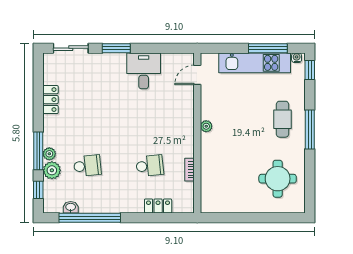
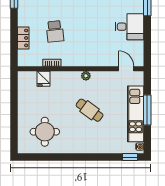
window: (268, 48) -> (147, 110), moved
cafe table: (283, 119) -> (90, 110), moved, turned 36
window: (310, 129) -> (83, 157), removed
fridge: (210, 180) -> (43, 79), added

